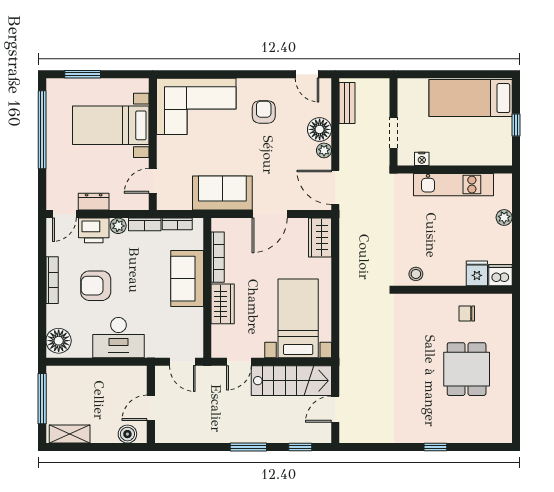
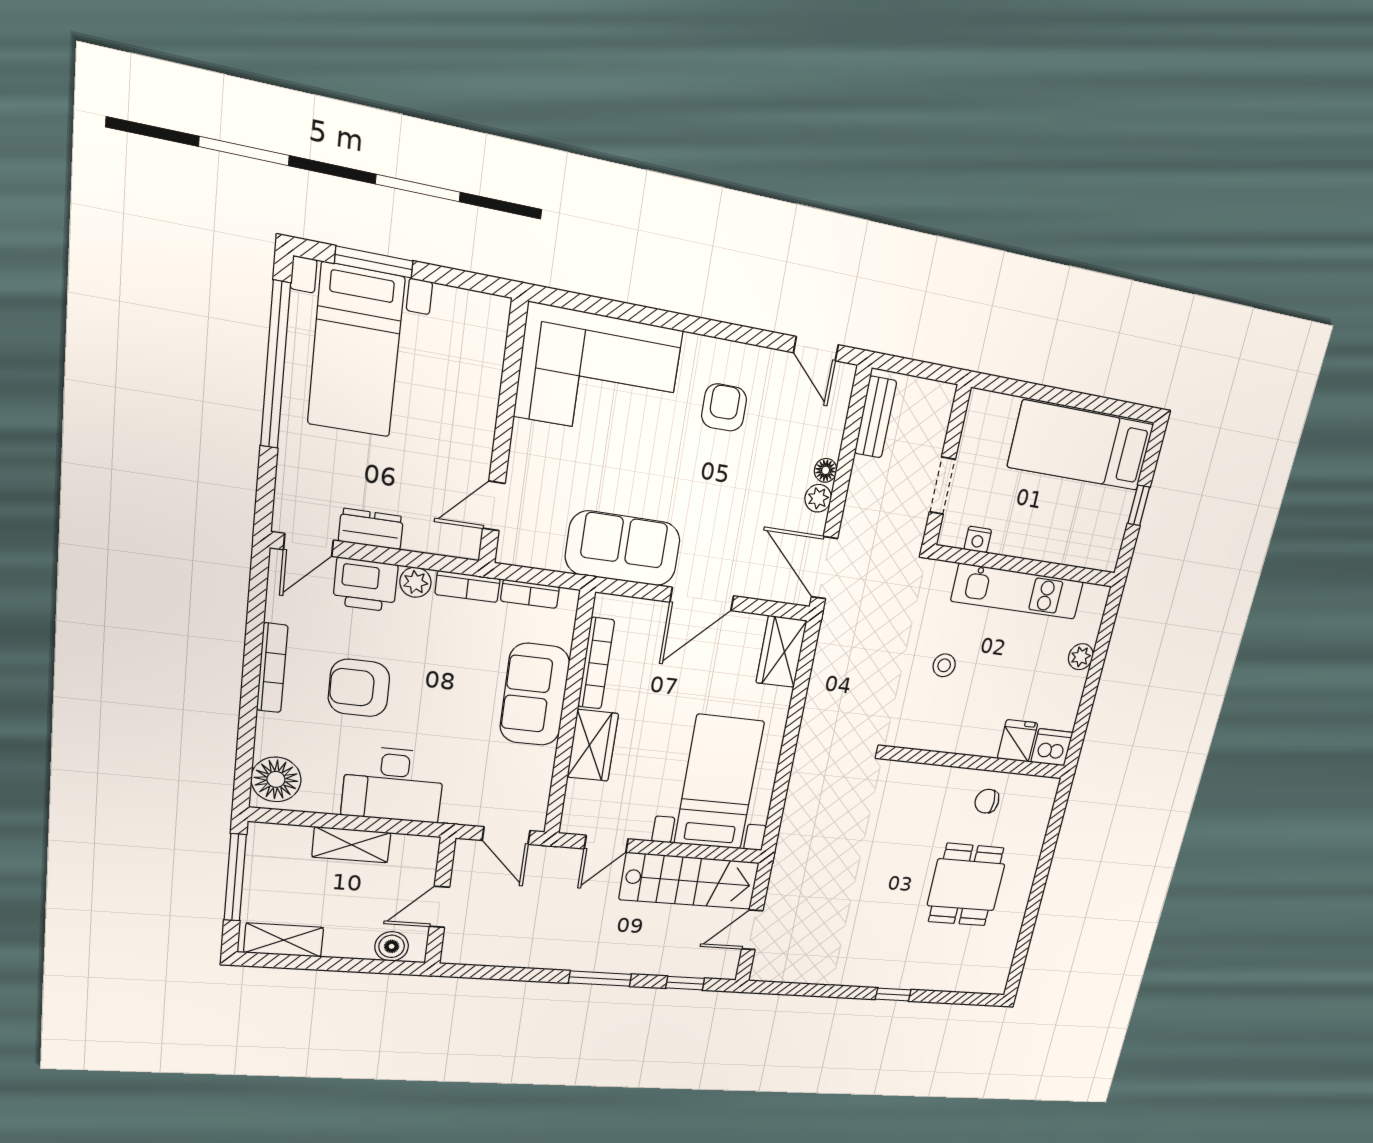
bed with nightstands: (111, 125) -> (356, 351), moved, turned -90
floor lamp: (320, 129) -> (826, 470), width x0.53, depth x0.53
stool: (416, 274) -> (944, 665), moved
shelving: (100, 375) -> (351, 845), added

